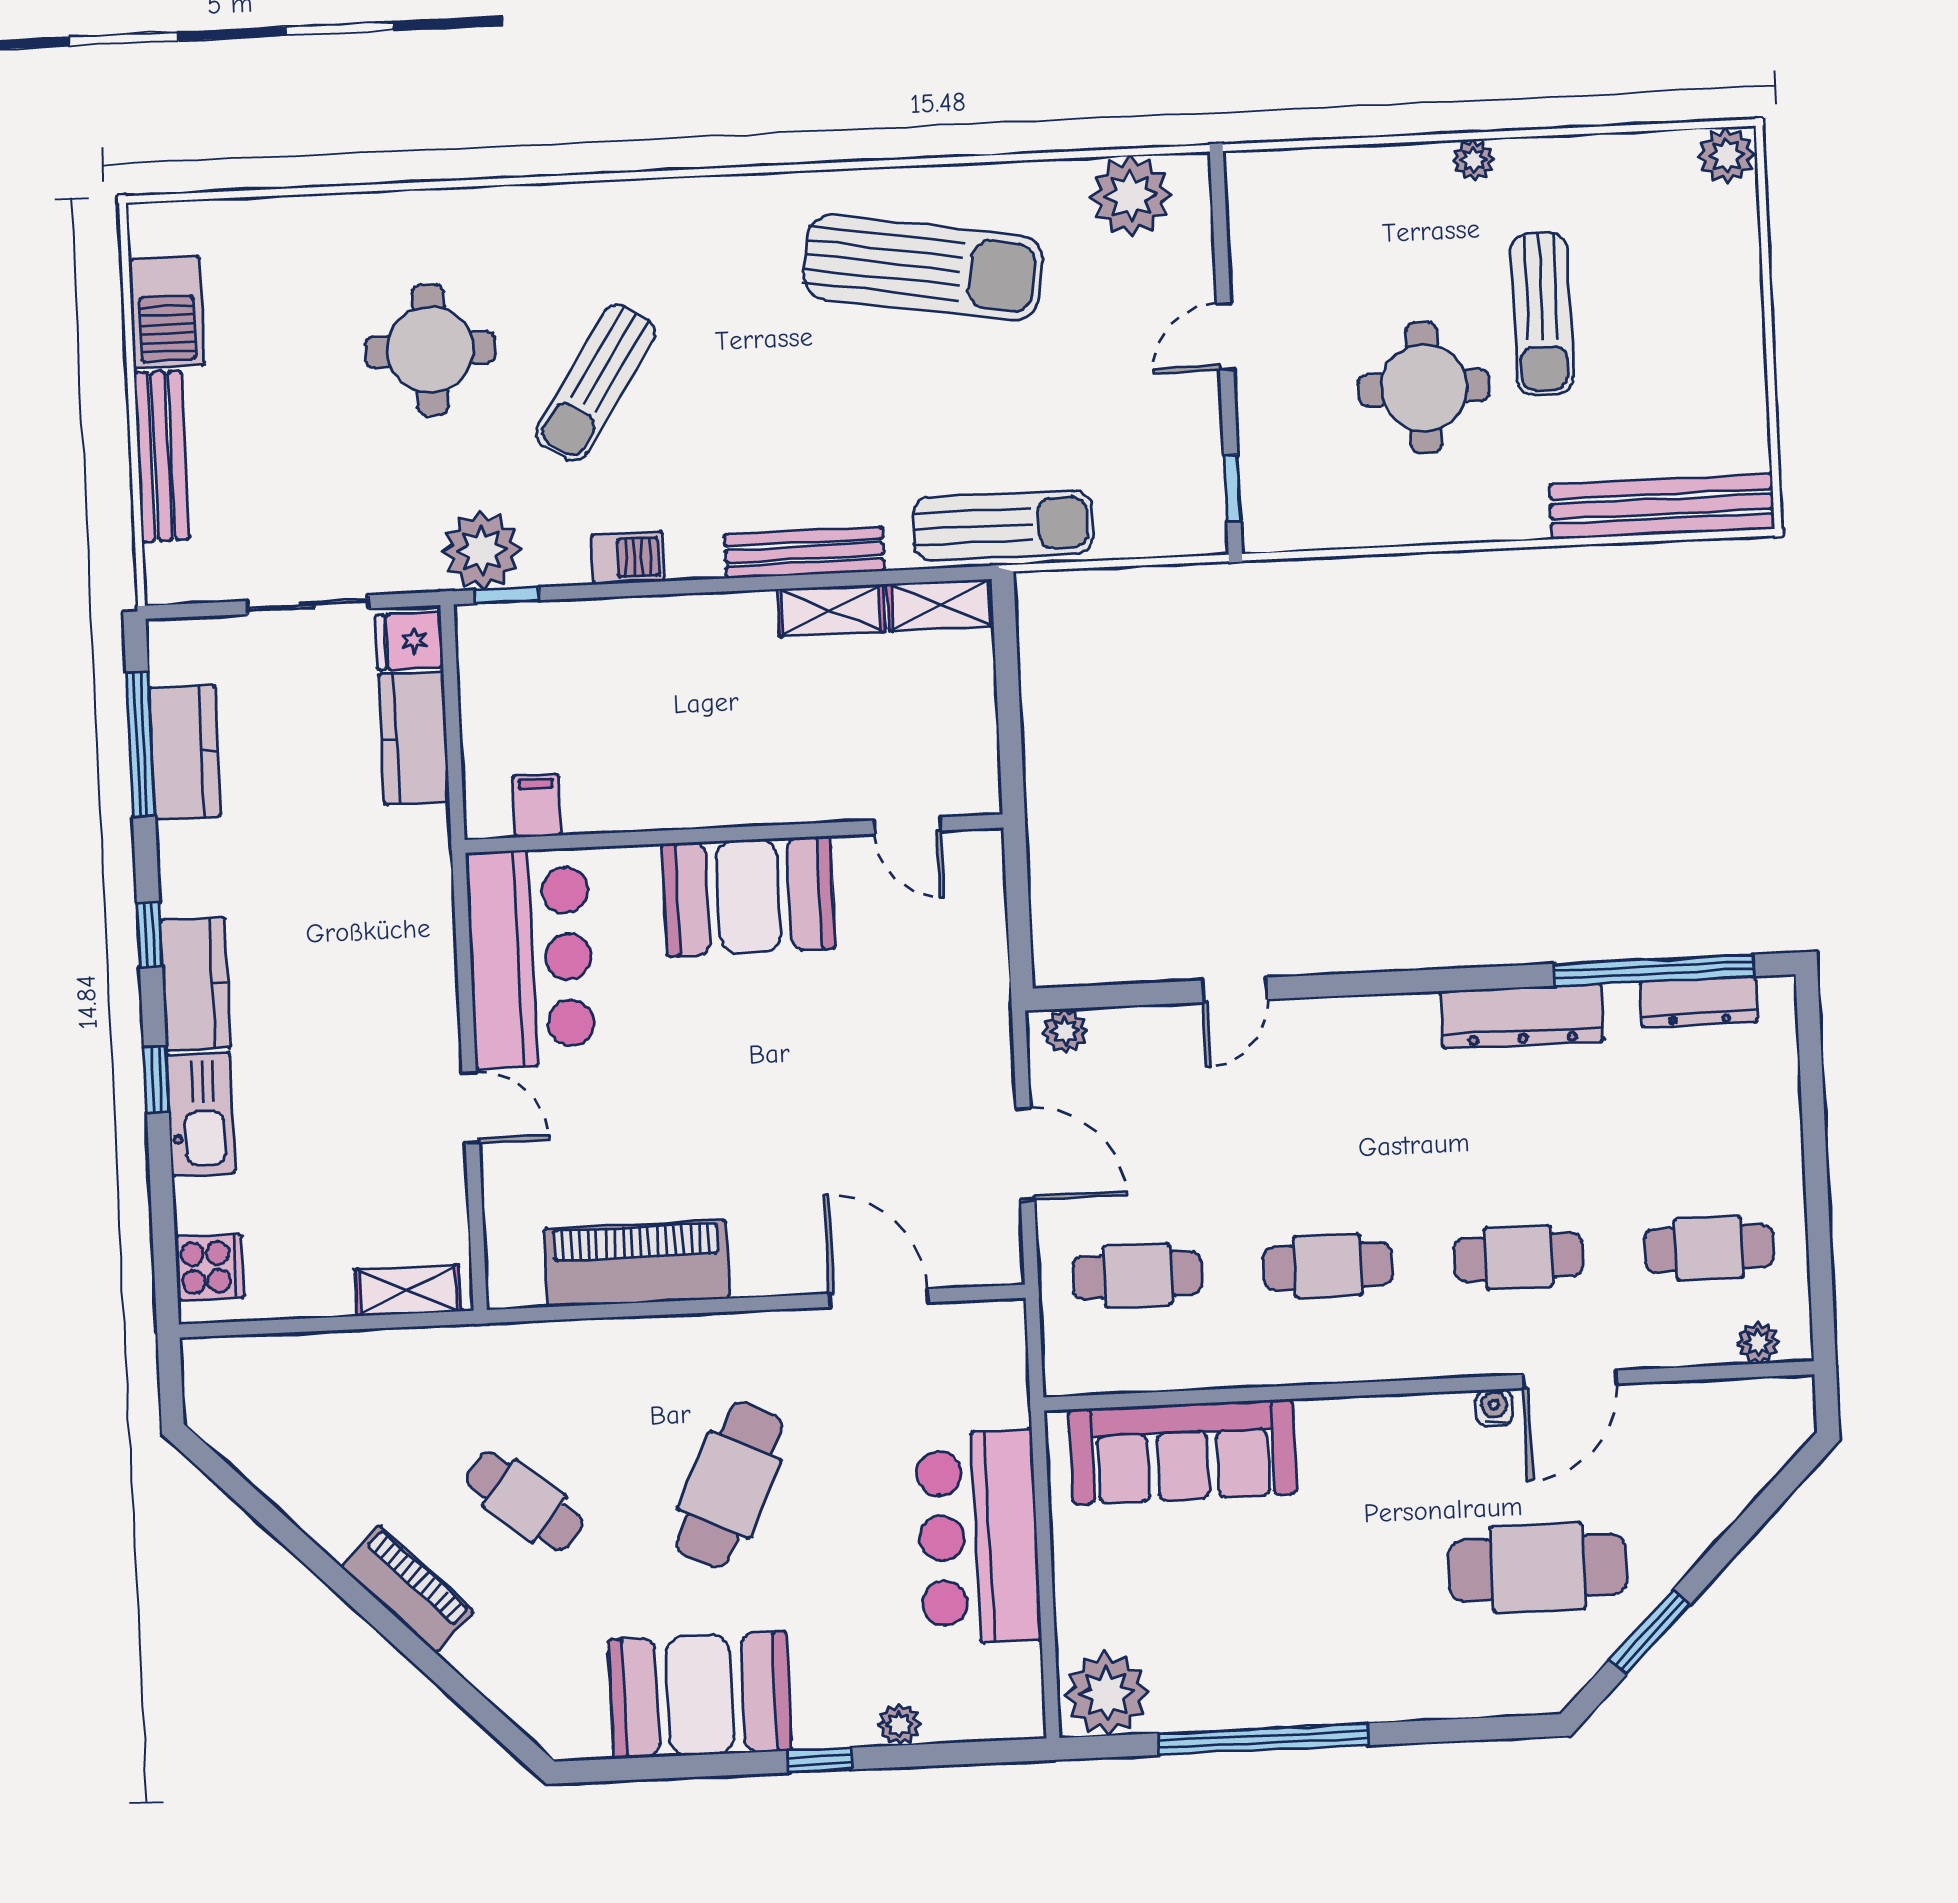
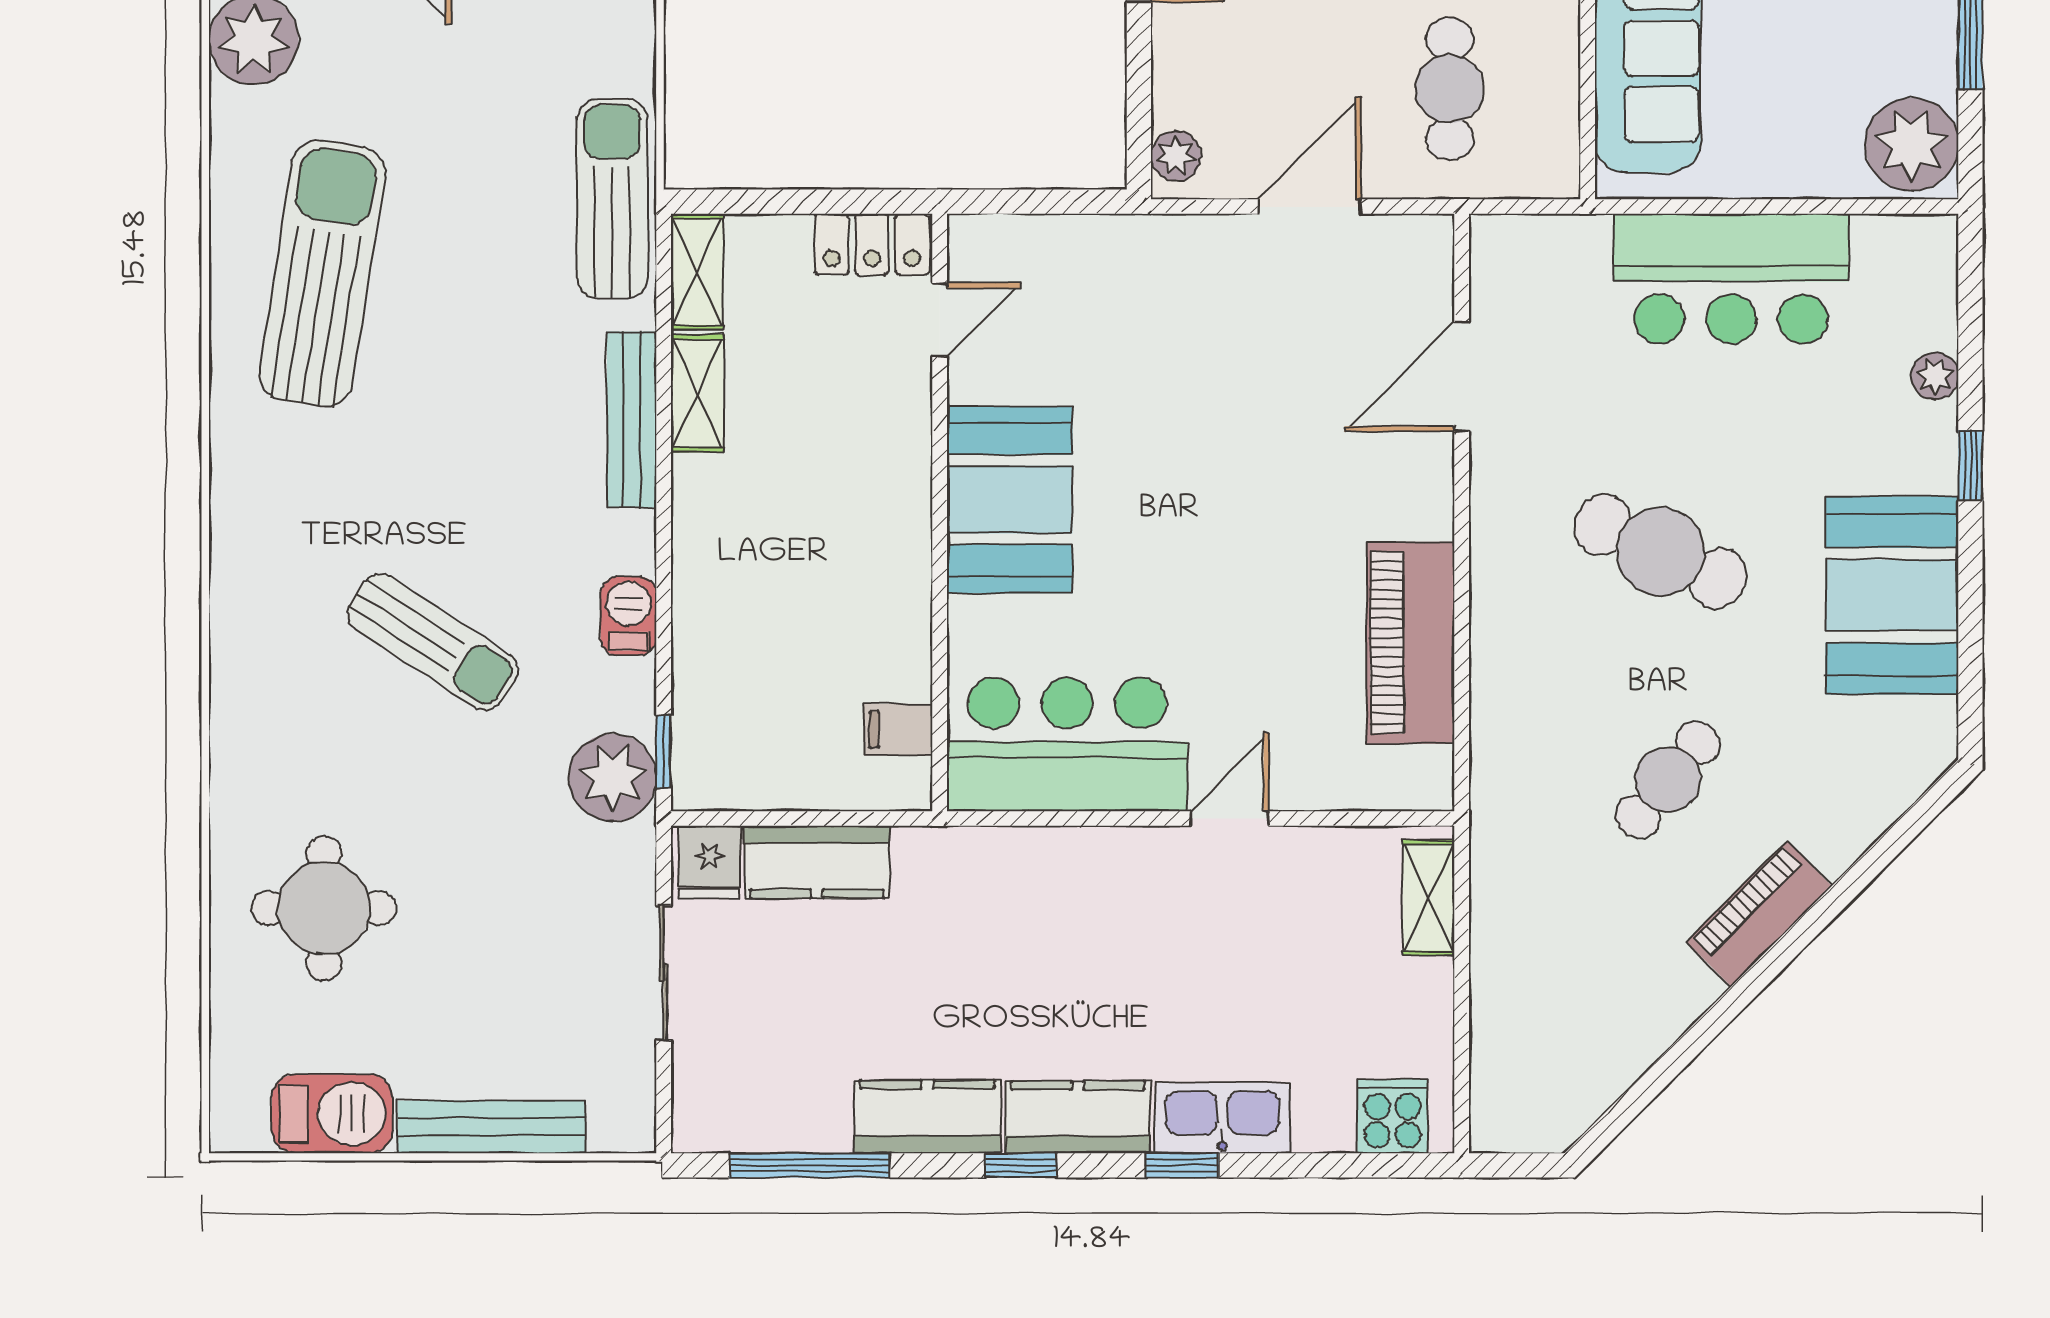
round table: (430, 350) -> (324, 908), moved
kitchen counter: (185, 752) -> (927, 1117), moved
locker: (973, 761) -> (872, 244), added

